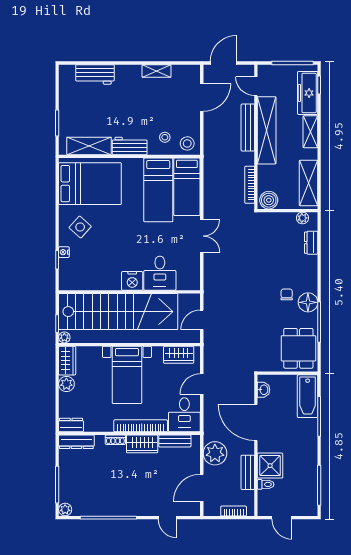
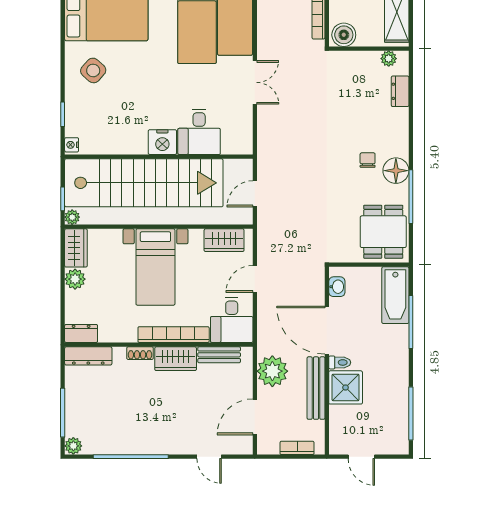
nightstand: (64, 252) -> (72, 145), moved
bench: (248, 472) -> (316, 388), width x1.36
toilet: (266, 484) -> (340, 362), moved

